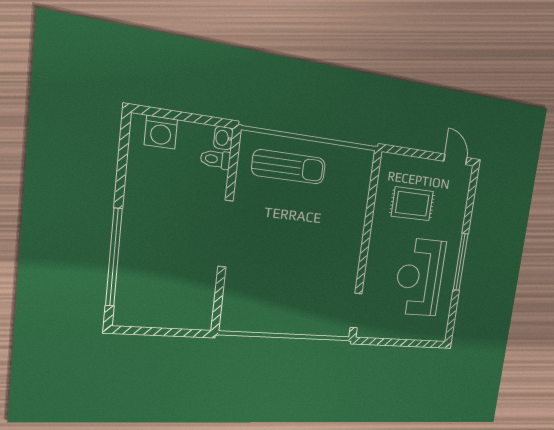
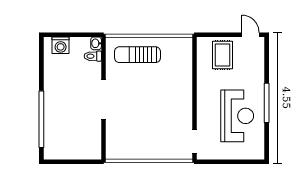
sun lounger: (289, 167) -> (137, 55), turned 180
rug: (412, 204) -> (222, 55), moved, turned 90
reception desk: (420, 277) -> (237, 116), turned 180

